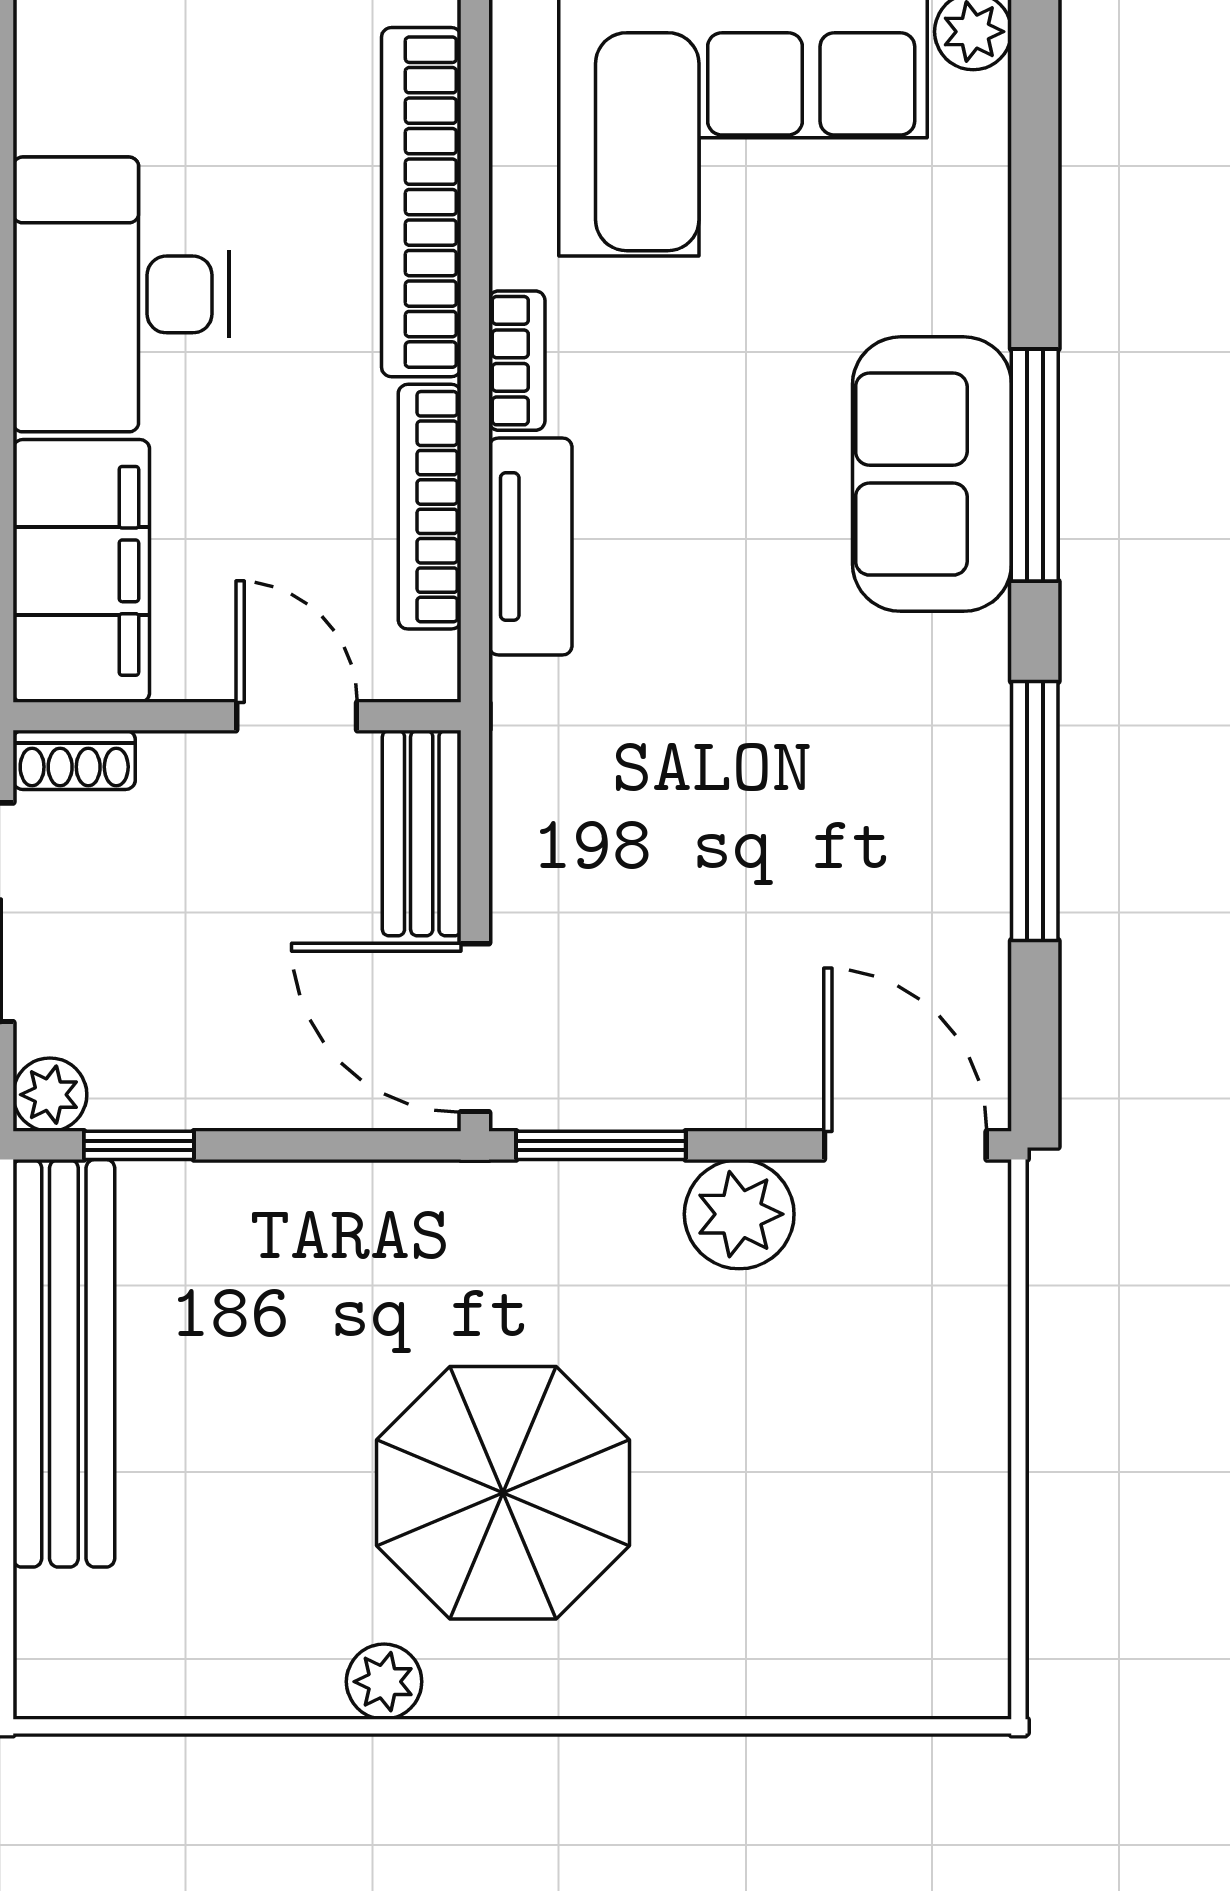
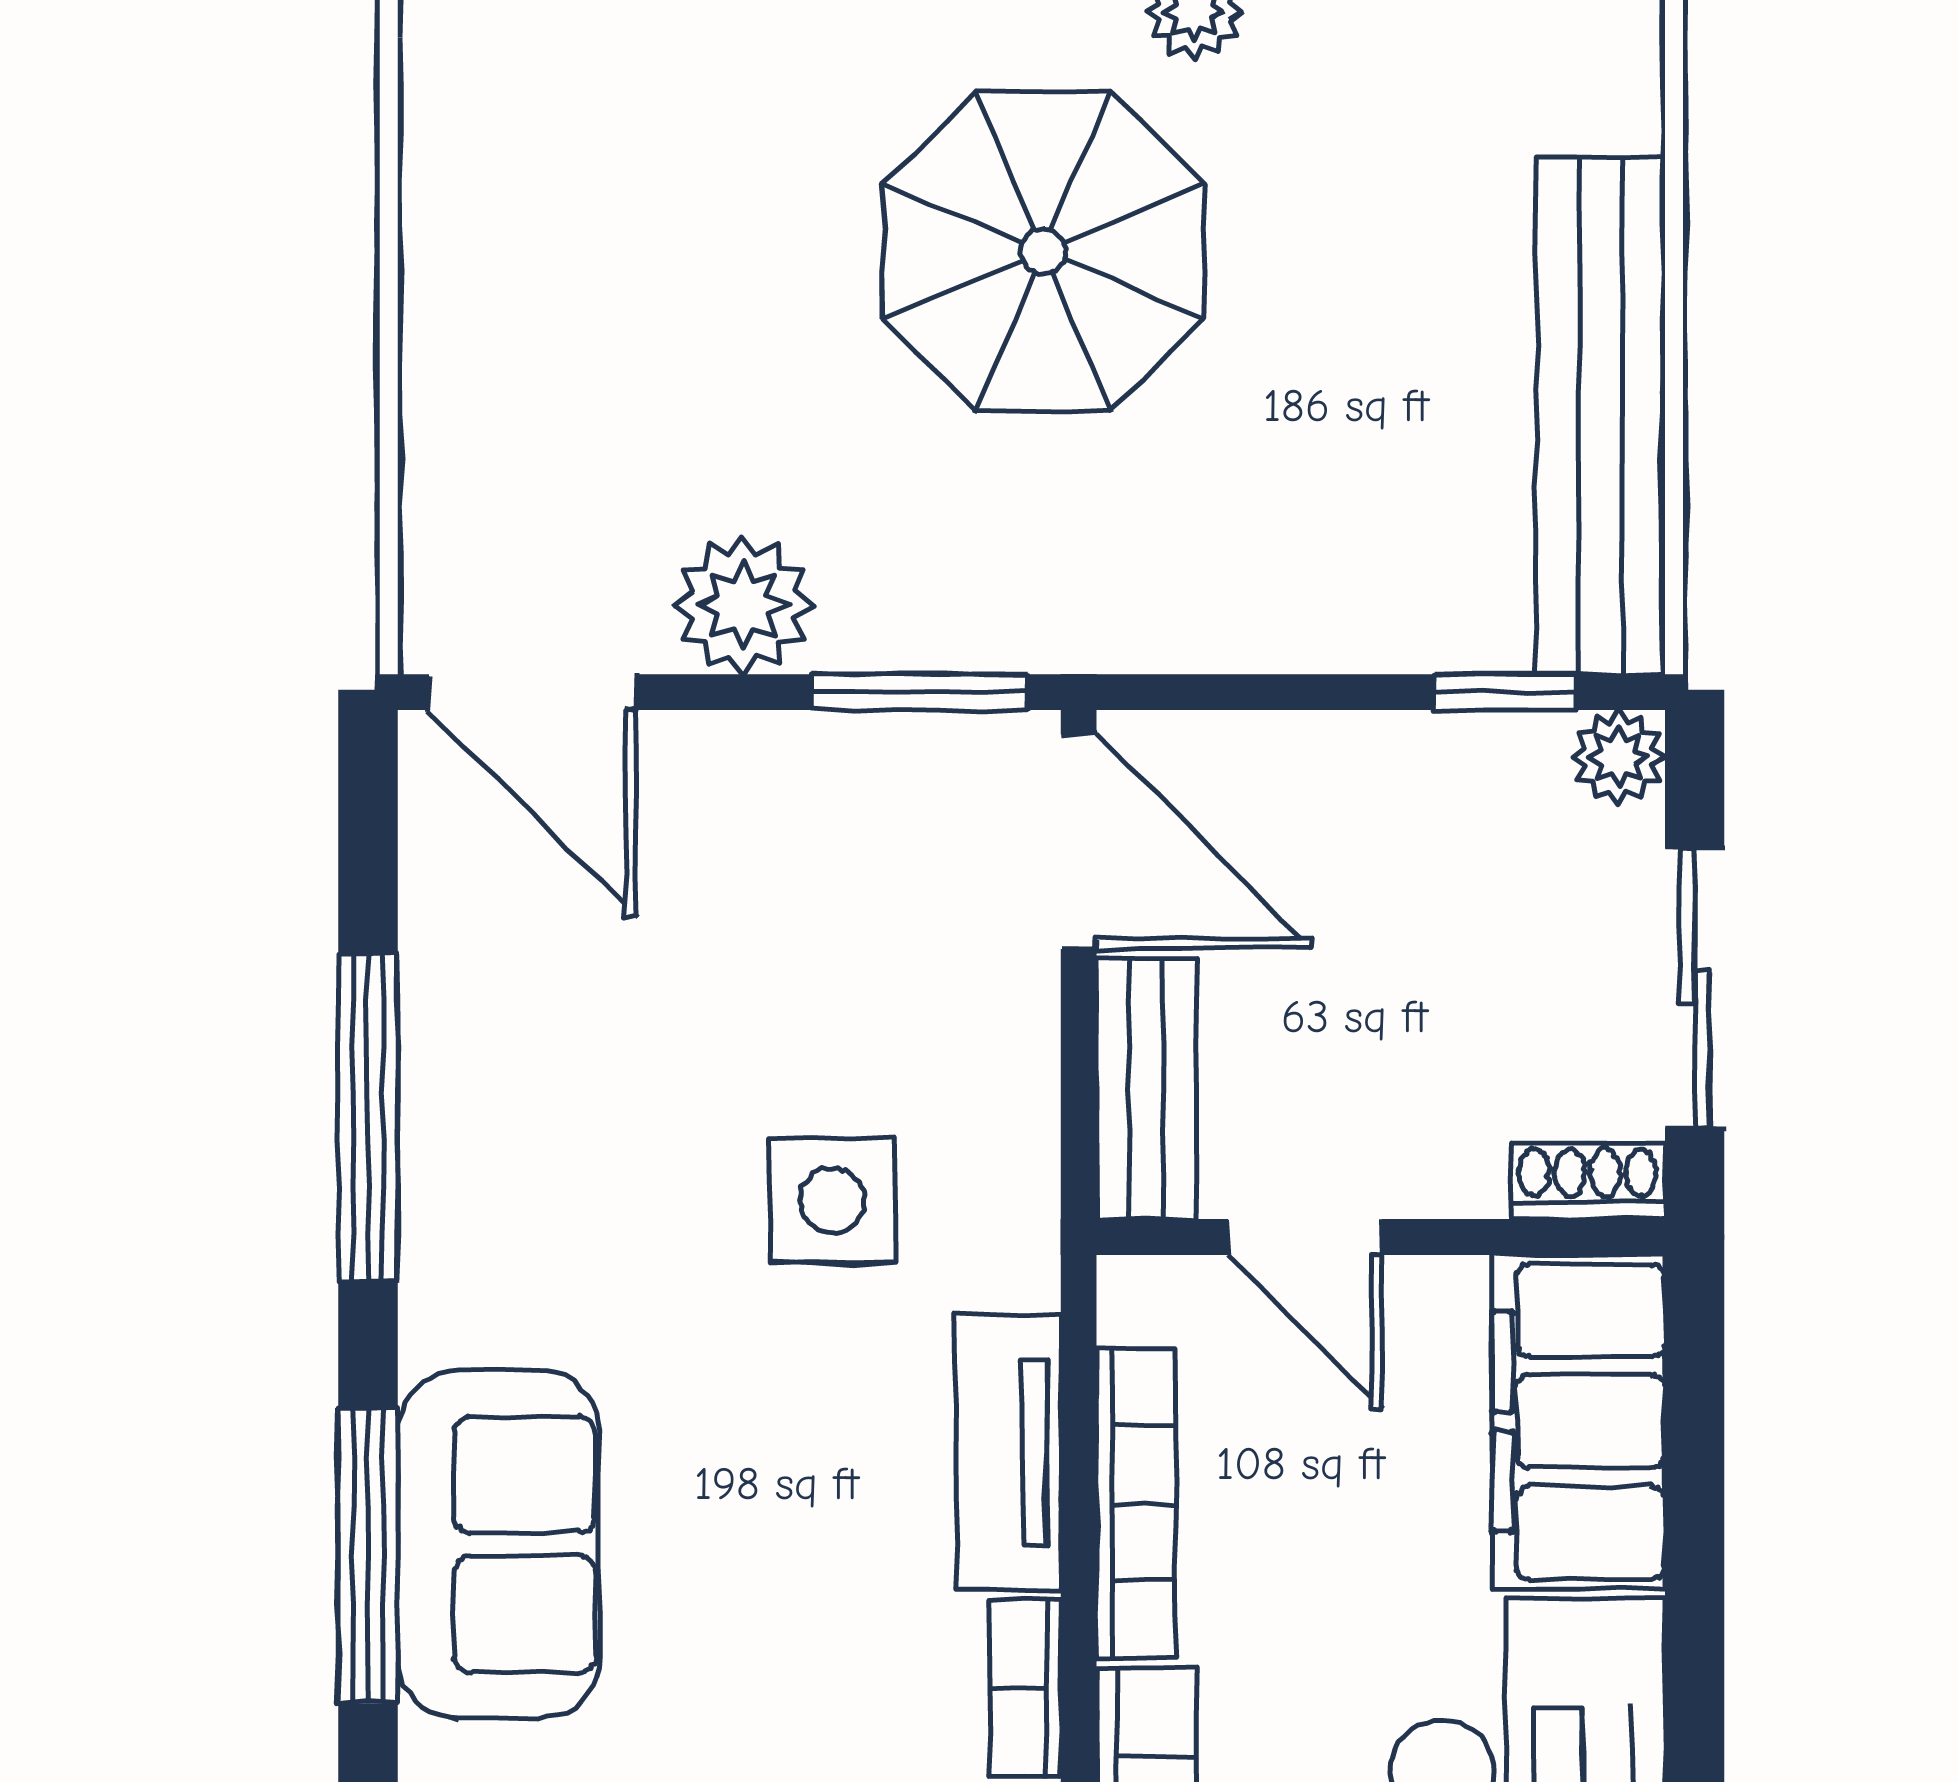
side table: (669, 745) -> (832, 1200), added

